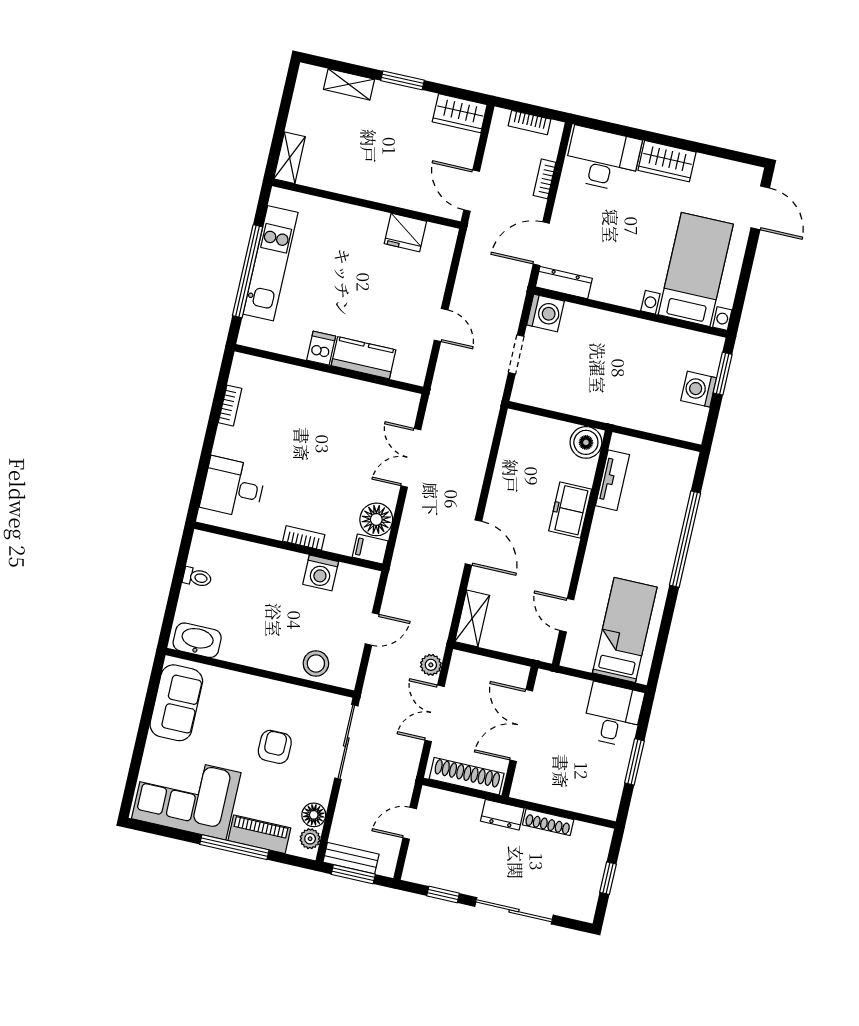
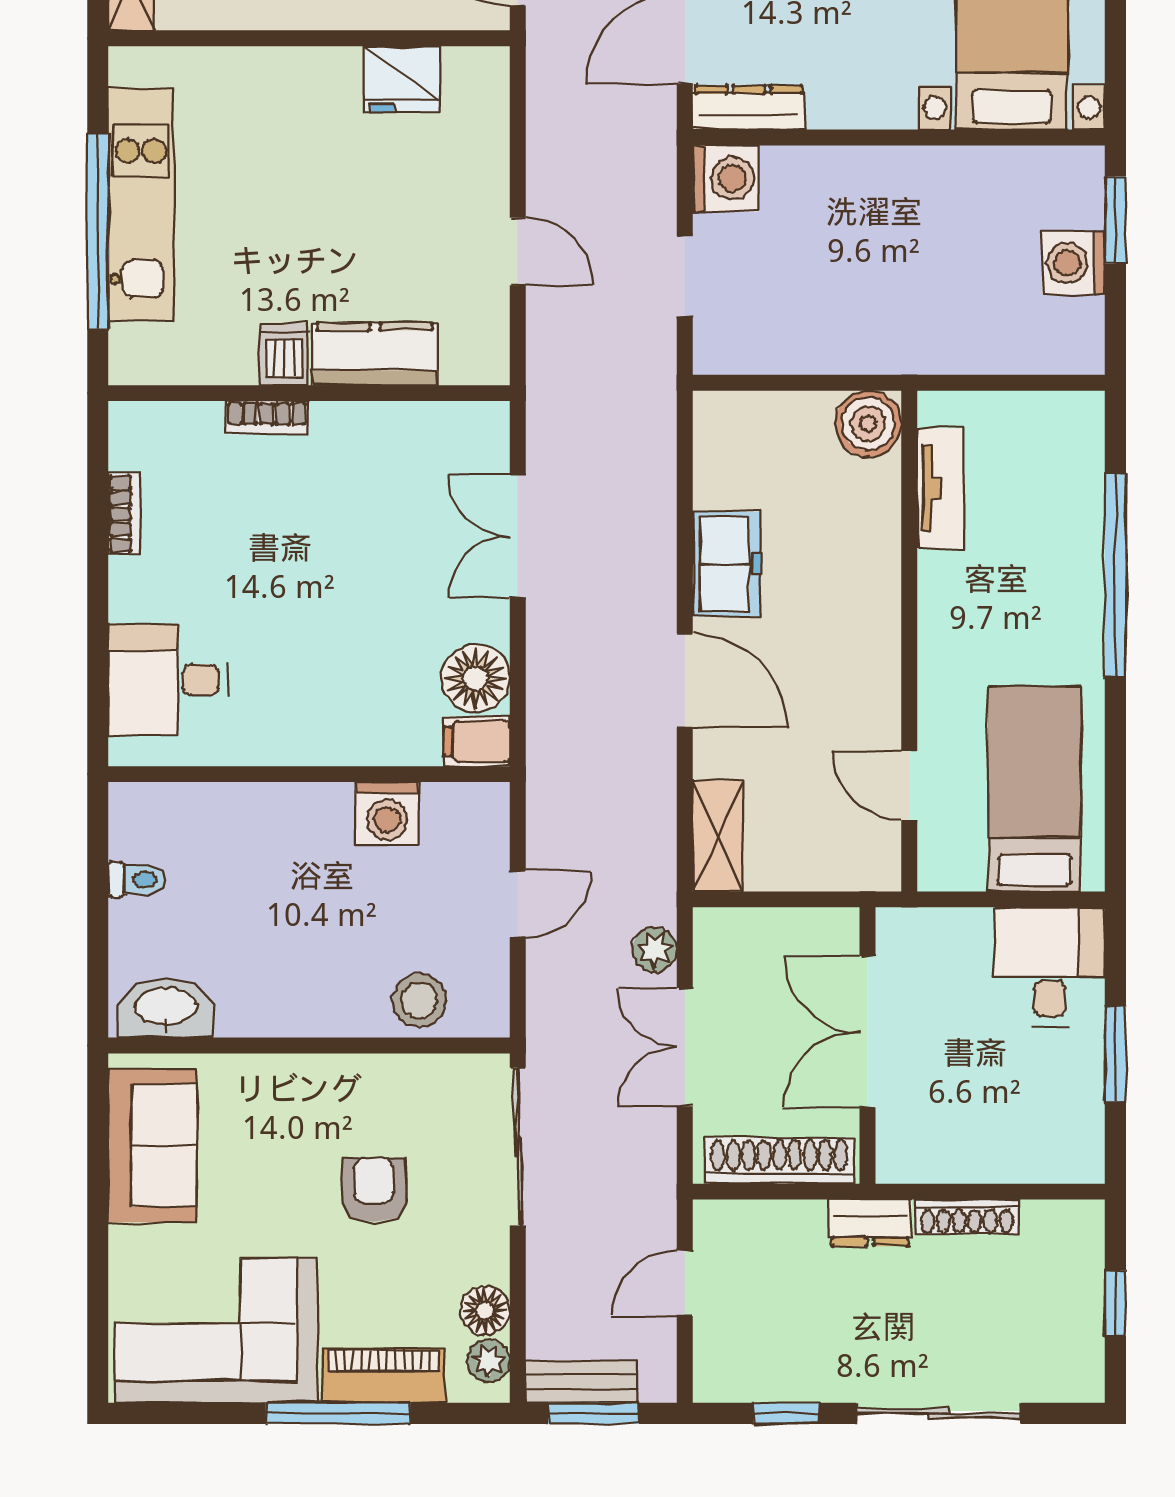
freezer: (570, 510) -> (727, 564), moved, turned 180
bookcase: (304, 538) -> (267, 418), moved, turned 180

